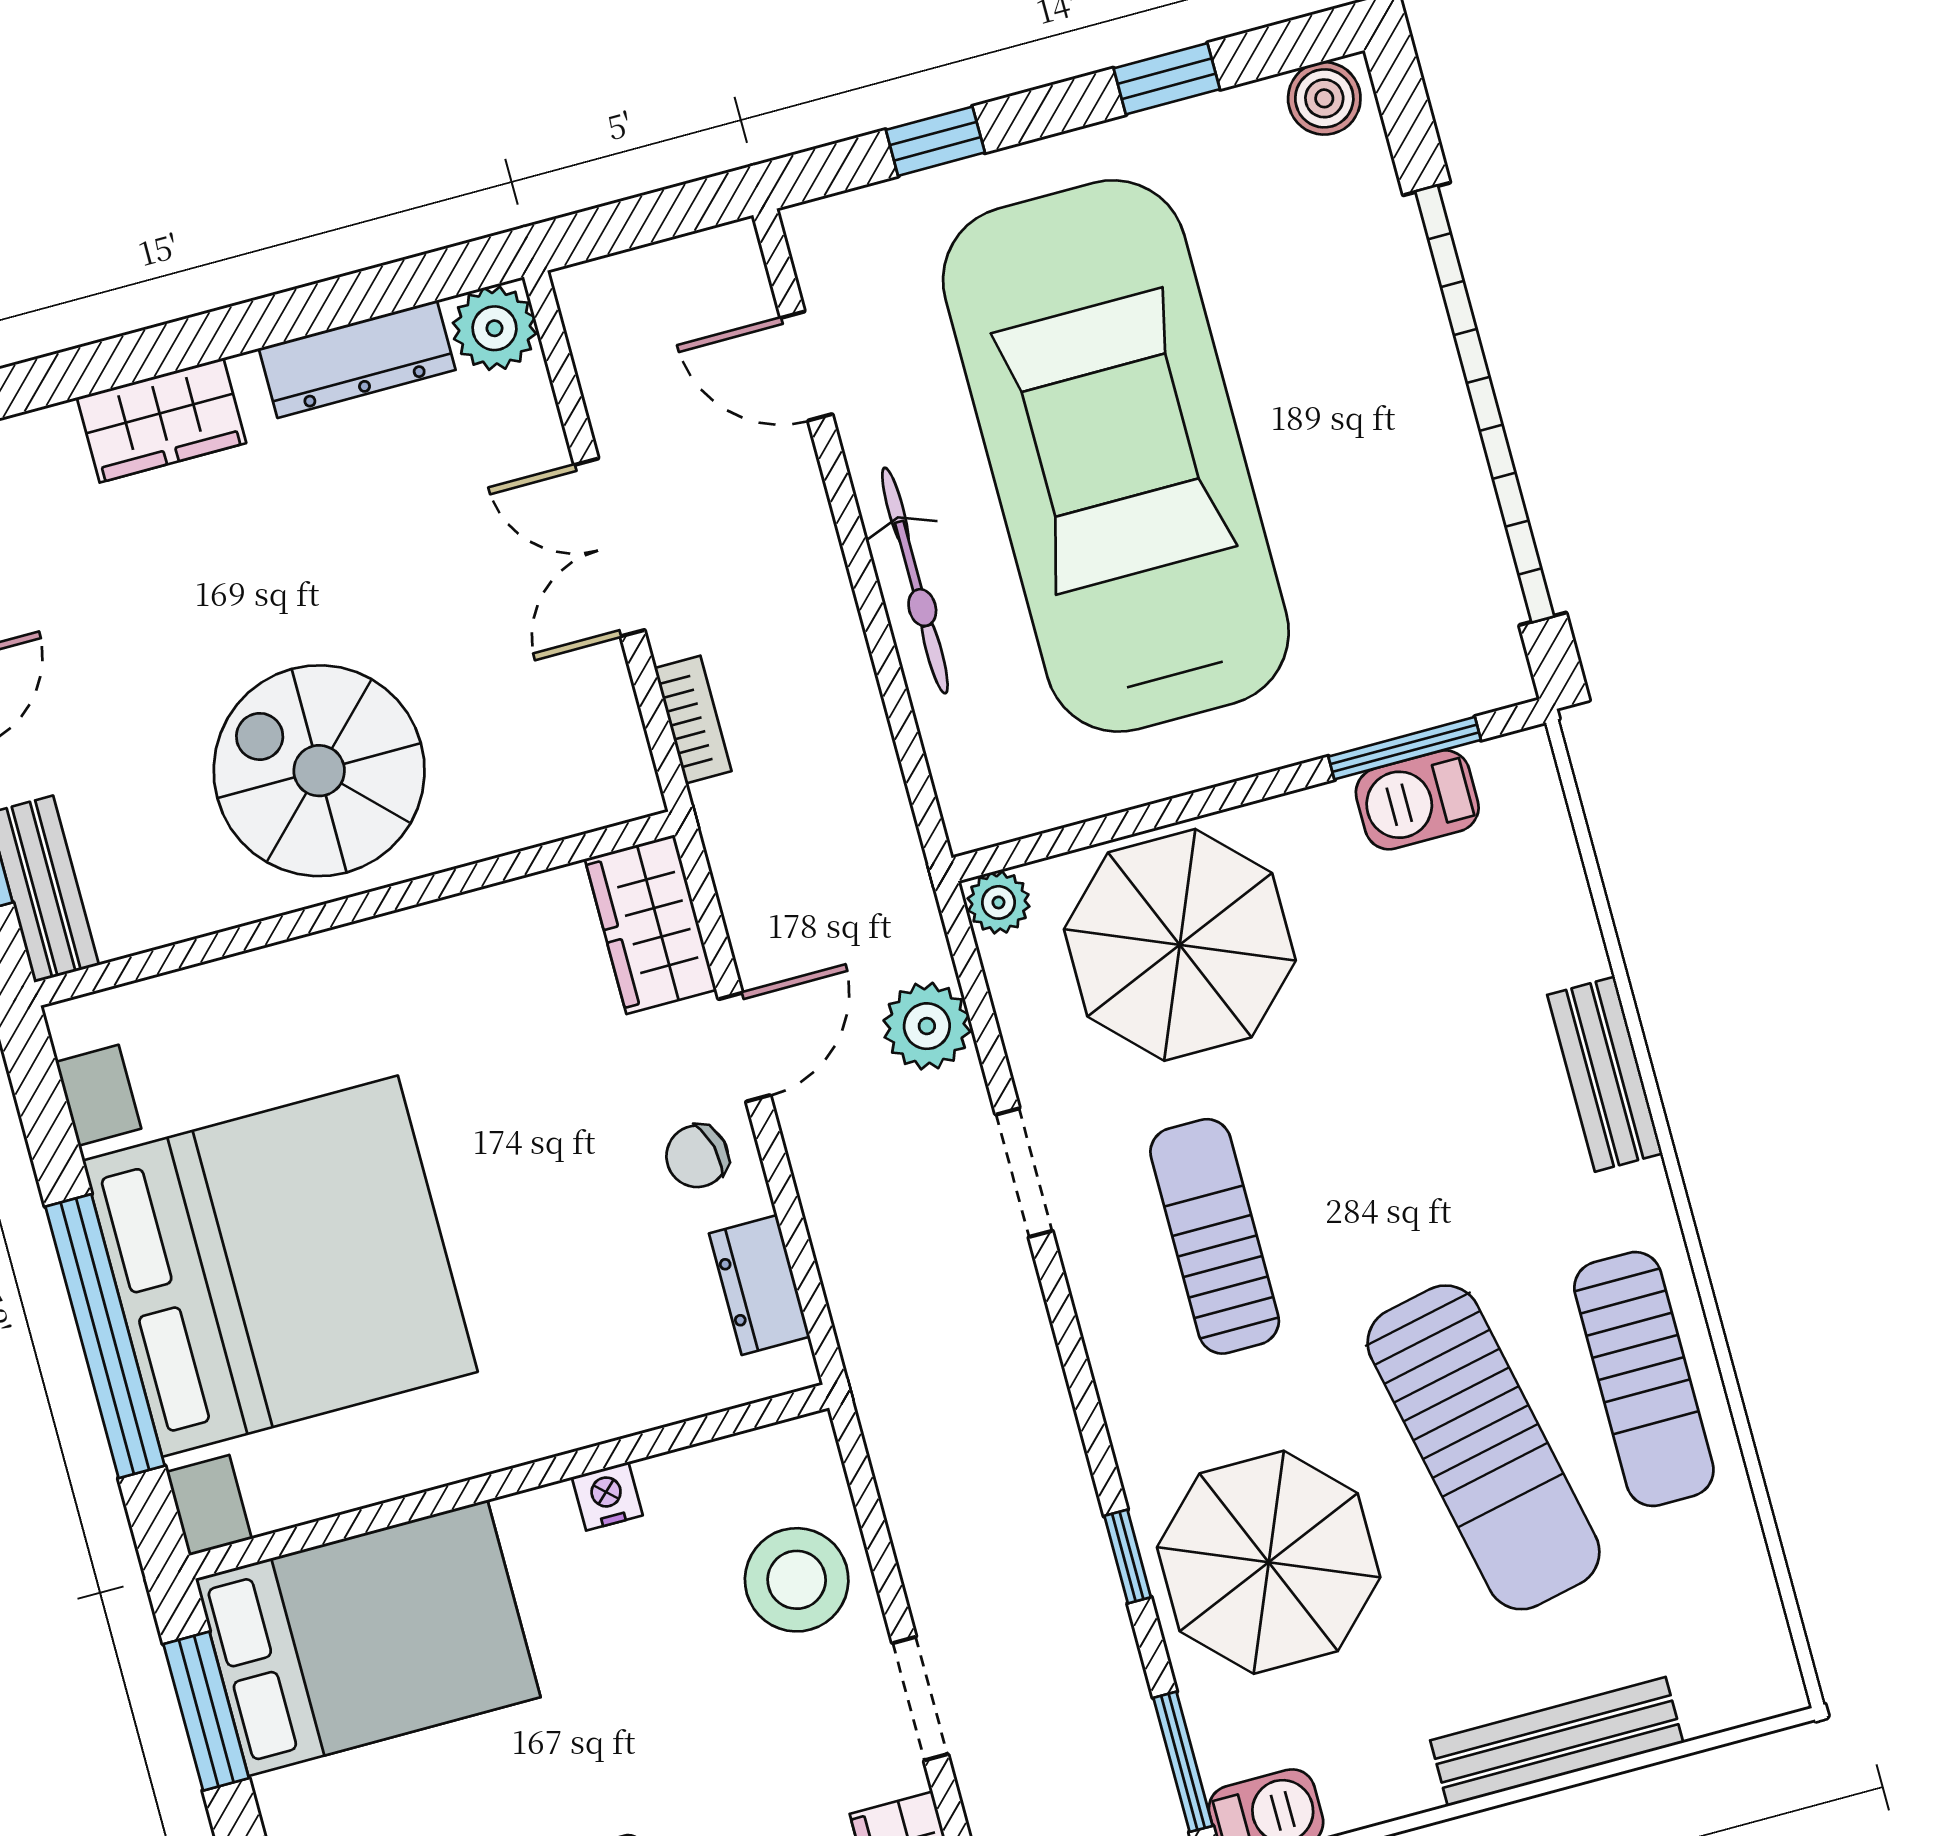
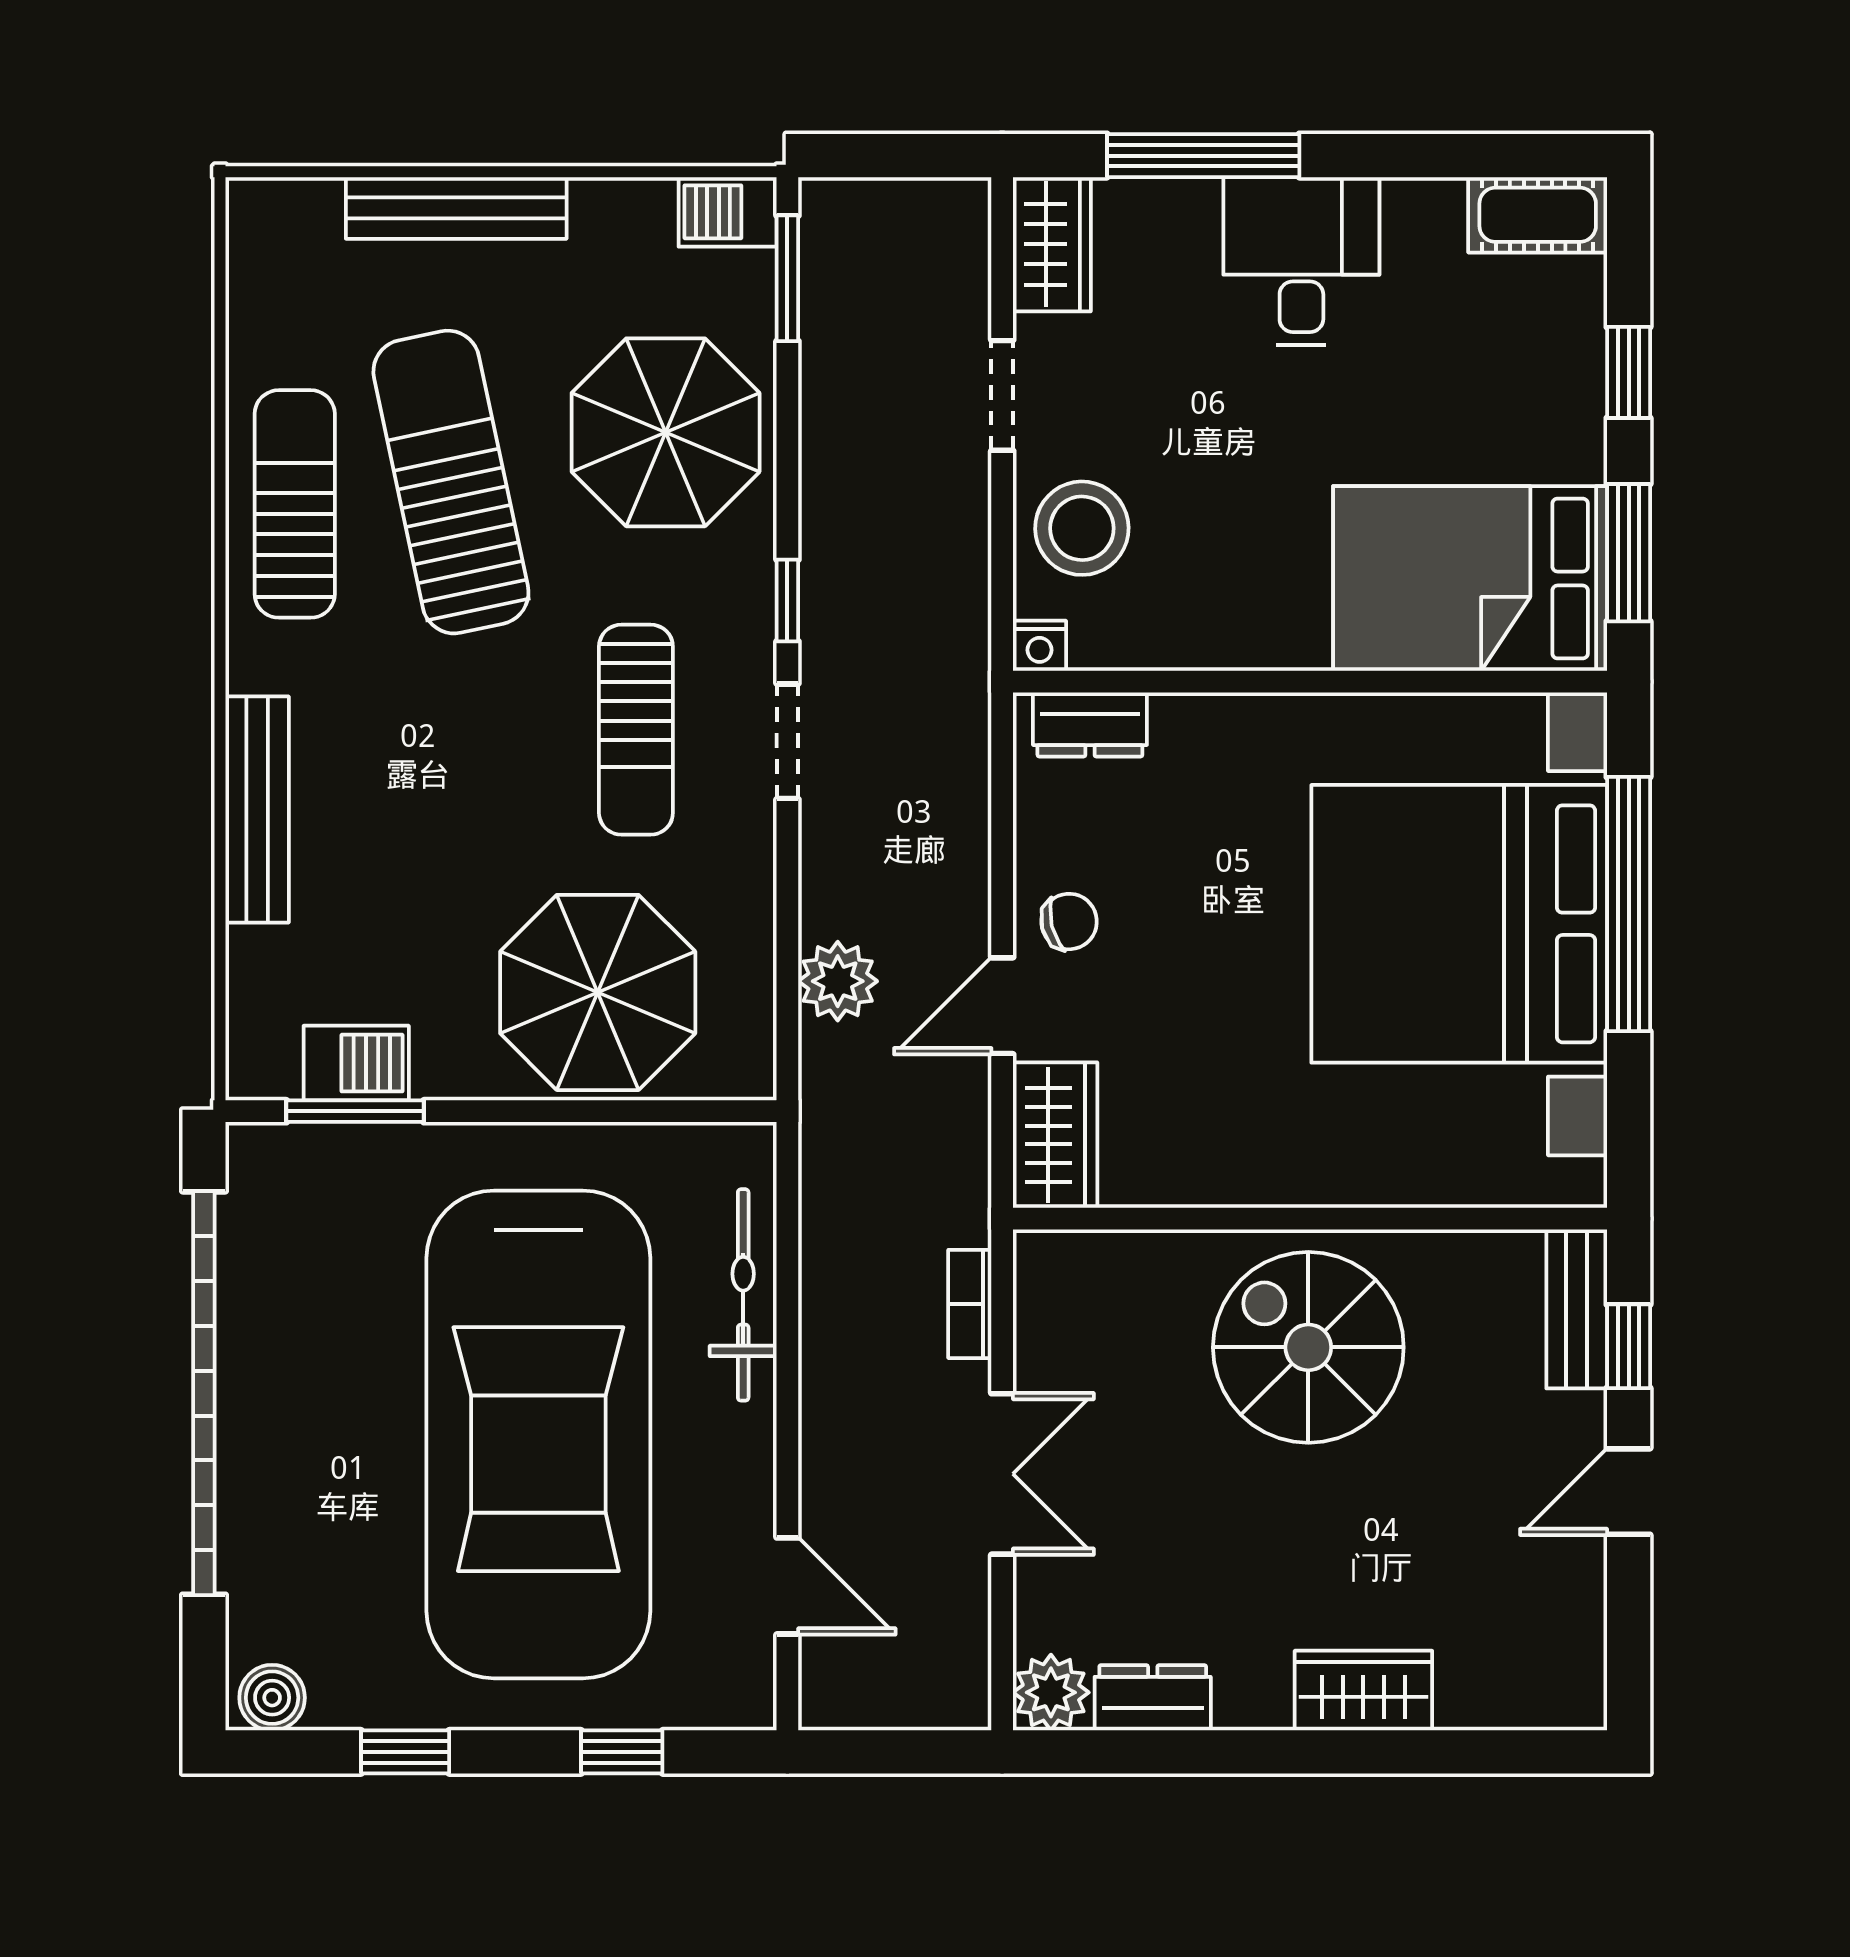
dresser: (357, 359) -> (1153, 1698), width x0.70
bicycle: (915, 581) -> (743, 1295), moved
spiral stairs: (319, 771) -> (1308, 1347), turned 180
plant: (998, 902) -> (746, 1072), removed
bench: (1605, 1074) -> (257, 809), width x1.36
doorway: (1024, 1173) -> (787, 741), moved
dresser: (759, 1285) -> (1090, 724), moved, turned 90
nightstand: (607, 1496) -> (1039, 646), moved
window: (1128, 1557) -> (787, 600), moved

